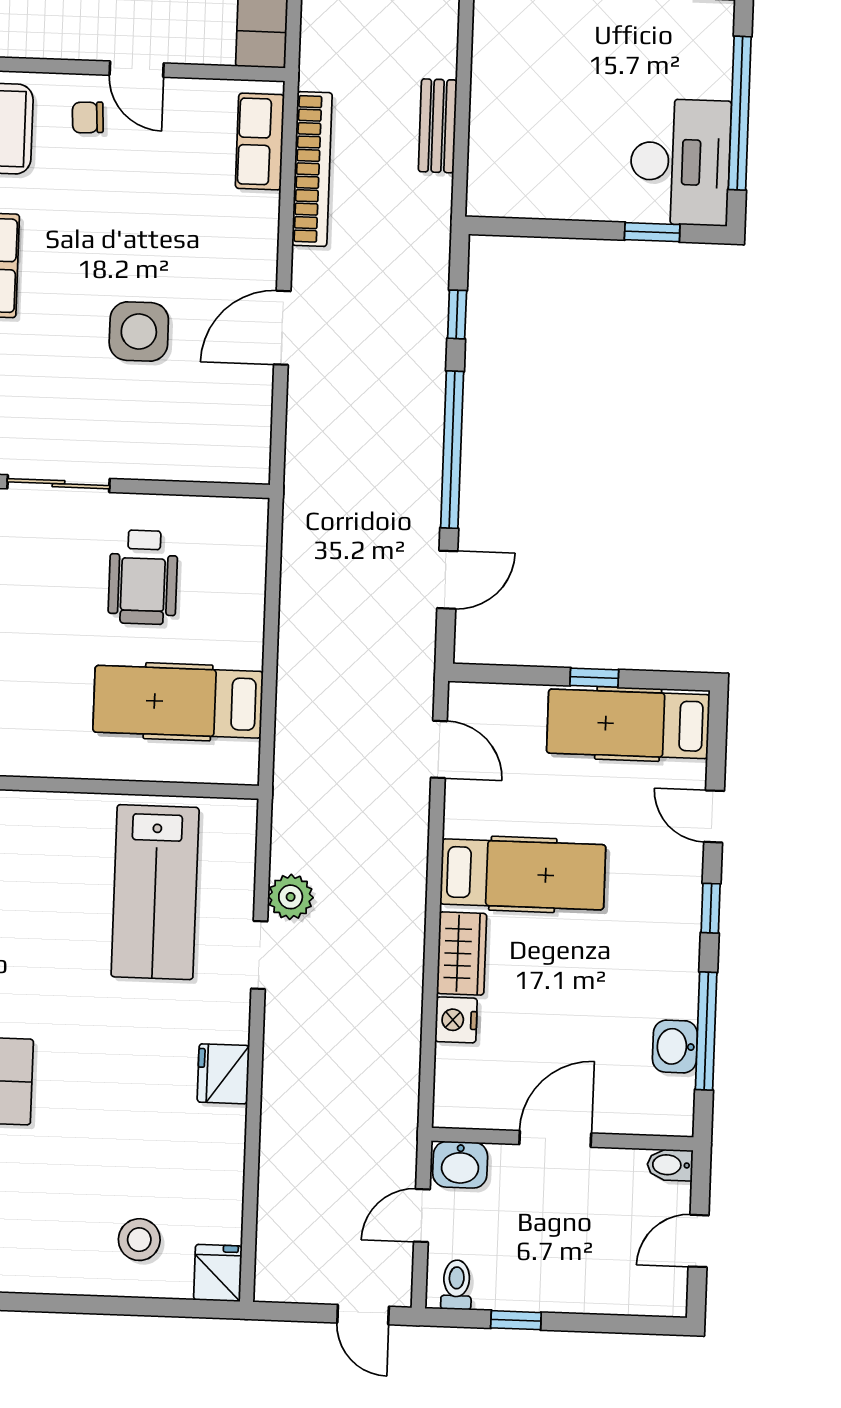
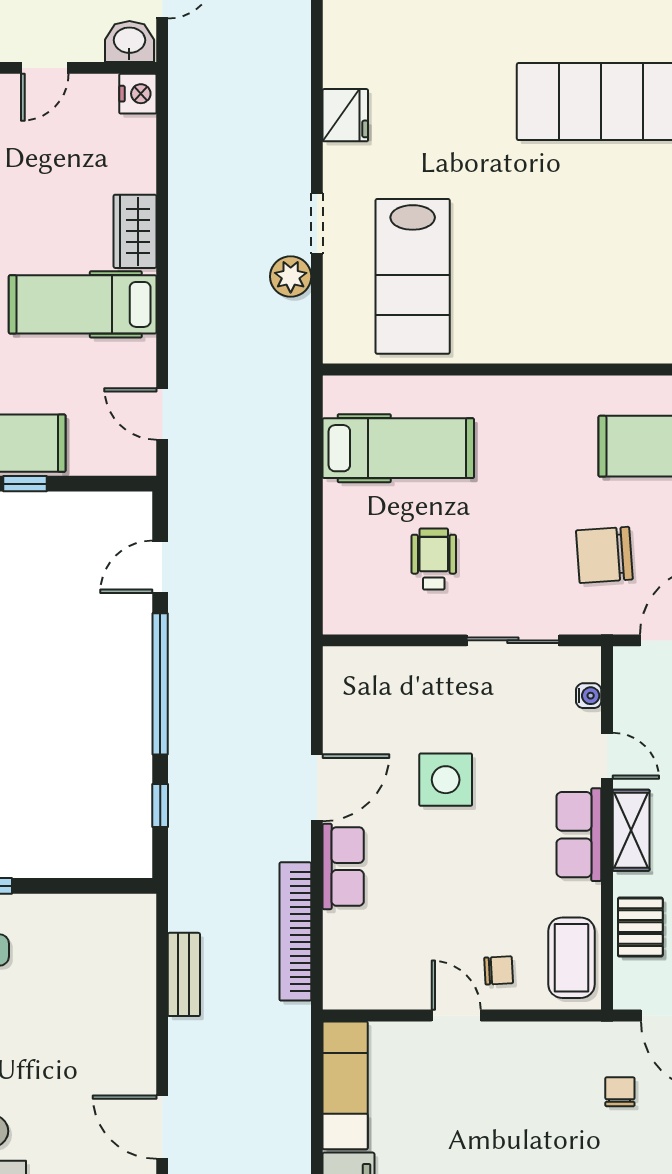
row of seats: (260, 142) -> (343, 866), moved
wheelchair: (143, 577) -> (434, 559), width x0.73, depth x0.73
lab bench: (155, 892) -> (413, 276), turned 180
nightstand: (456, 1020) -> (138, 94), moved
door: (555, 1139) -> (45, 68), width x0.73

